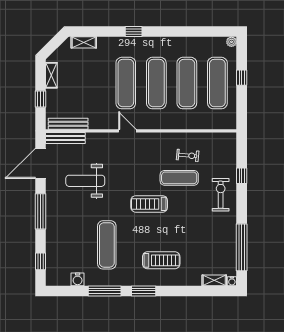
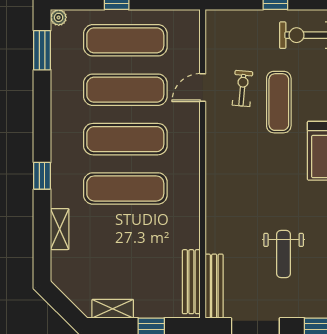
window: (211, 32) -> (42, 50), added
shelving: (84, 42) -> (60, 229), moved
door: (127, 131) -> (203, 88), moved
weight bench: (85, 181) -> (284, 254), width x0.73, depth x0.75

